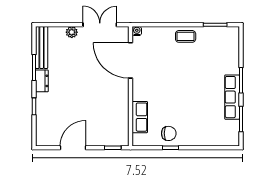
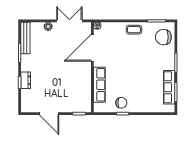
chair: (224, 46) -> (163, 37), added
door: (130, 60) -> (92, 48), hinge flipped
dresser: (42, 81) -> (26, 80), moved
row of seats: (232, 97) -> (169, 87), moved
row of seats: (140, 117) -> (99, 85), width x1.48
door: (73, 148) -> (49, 114), swing flipped

